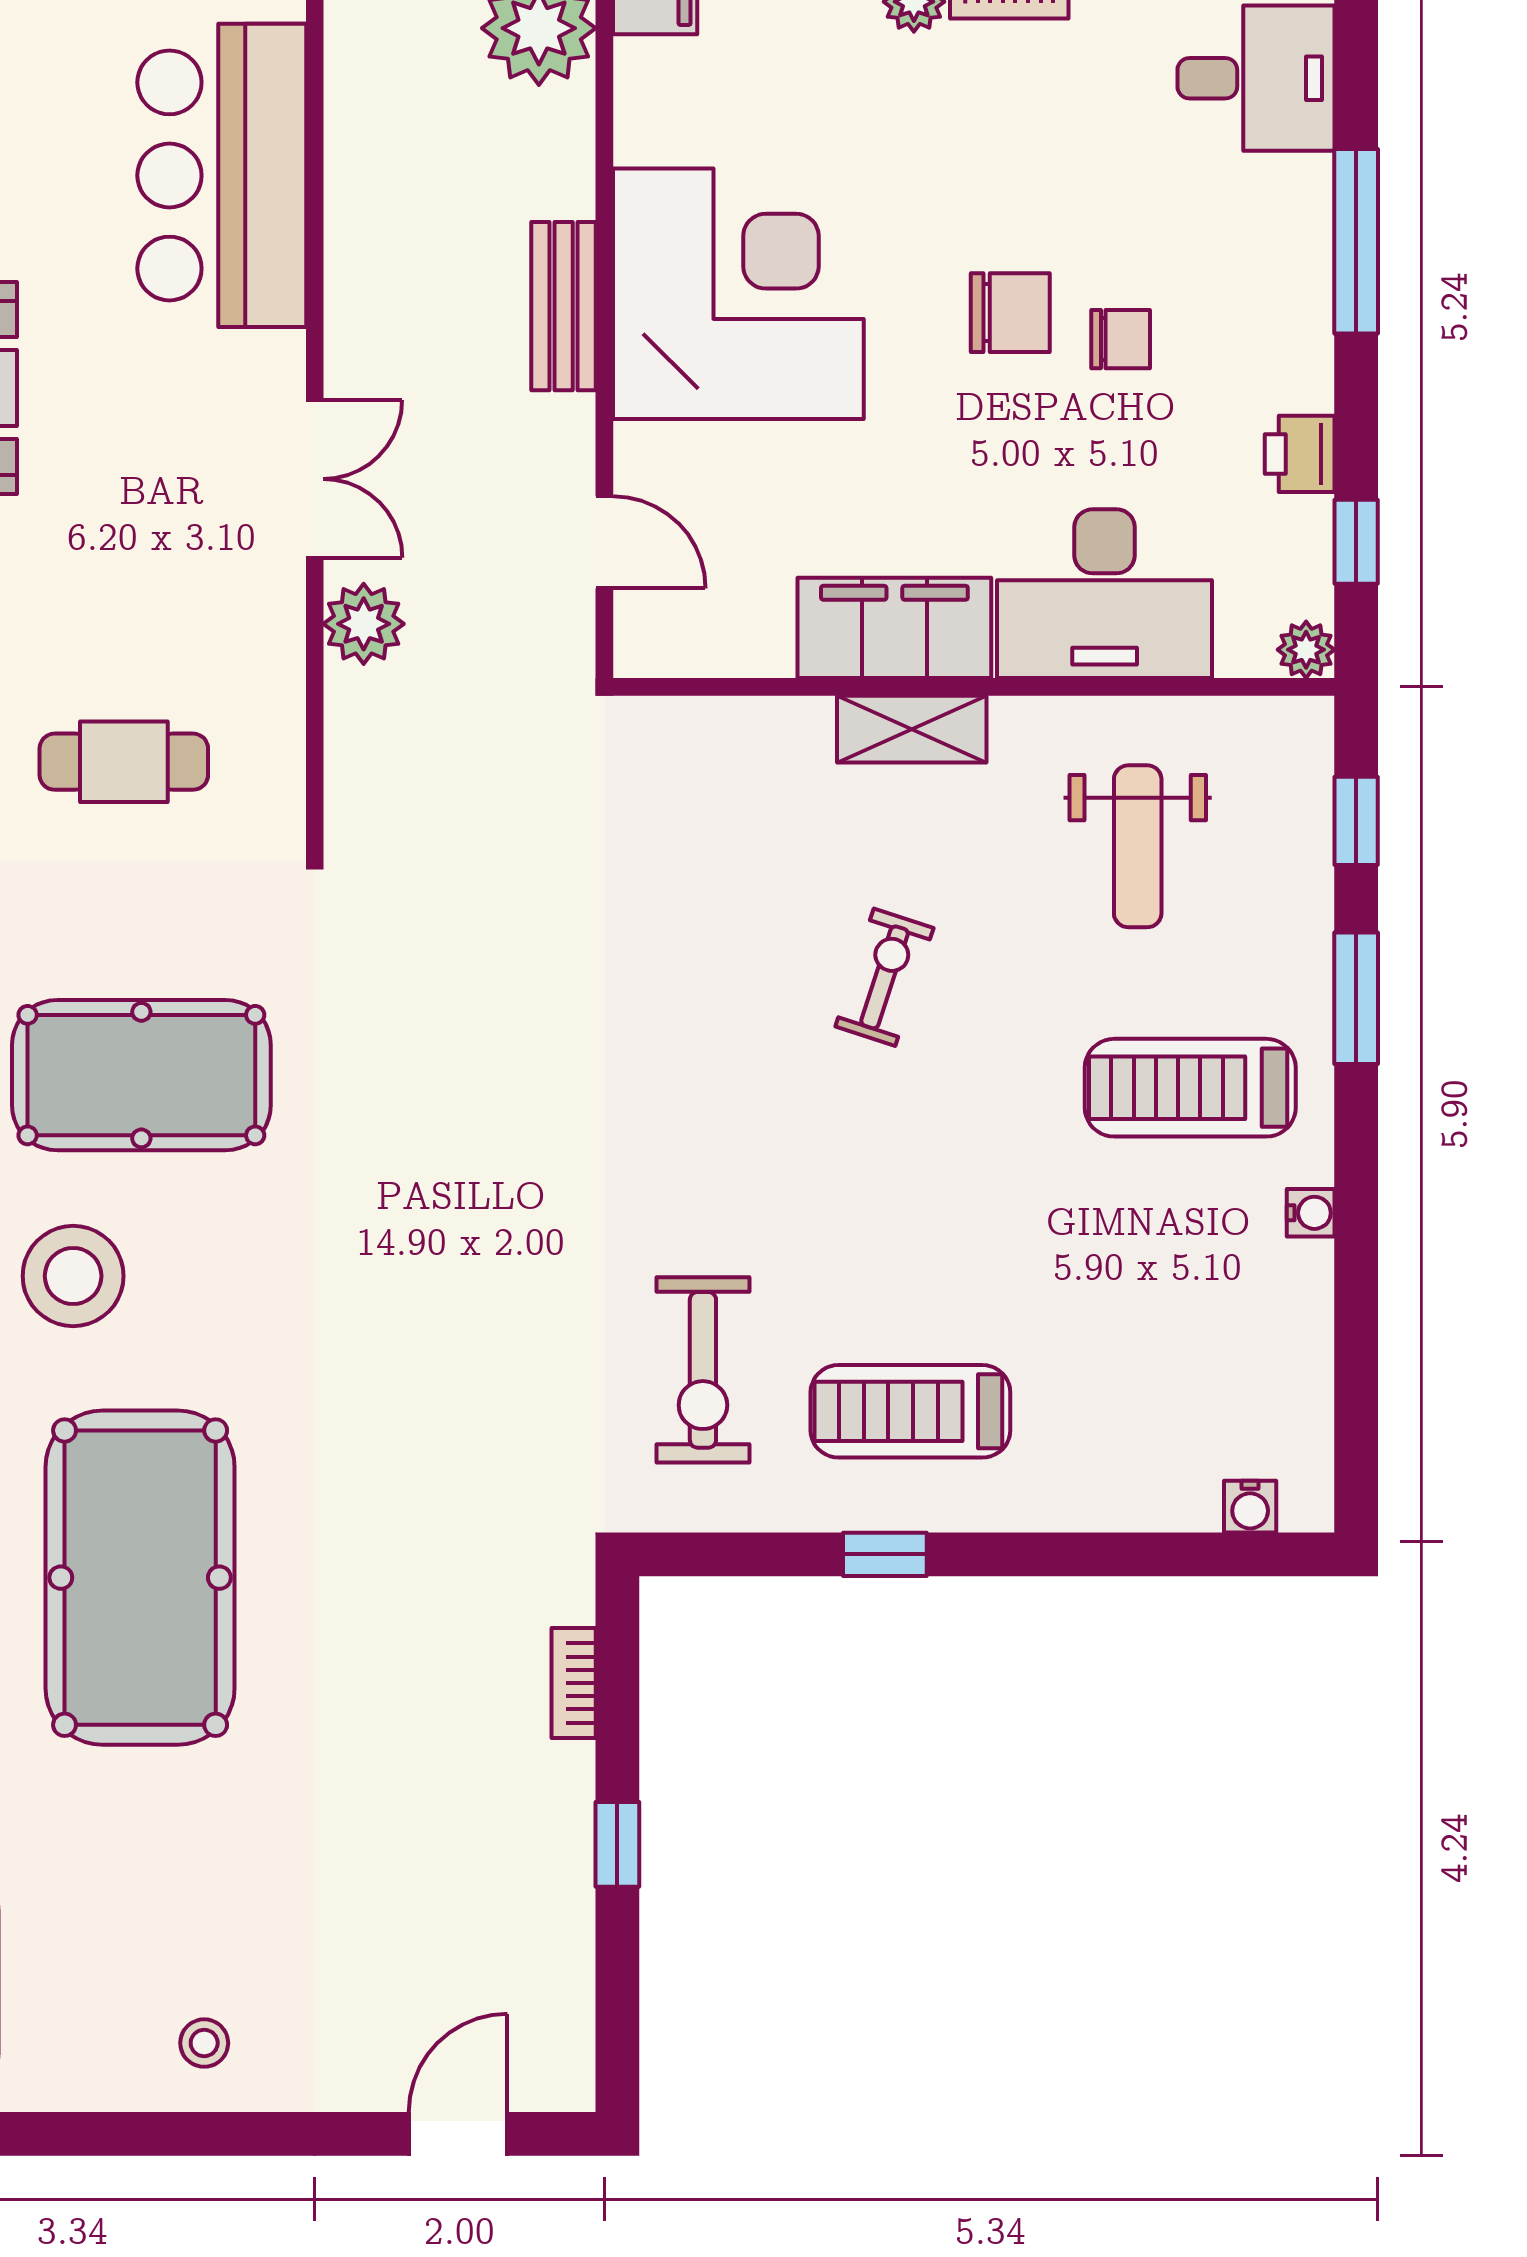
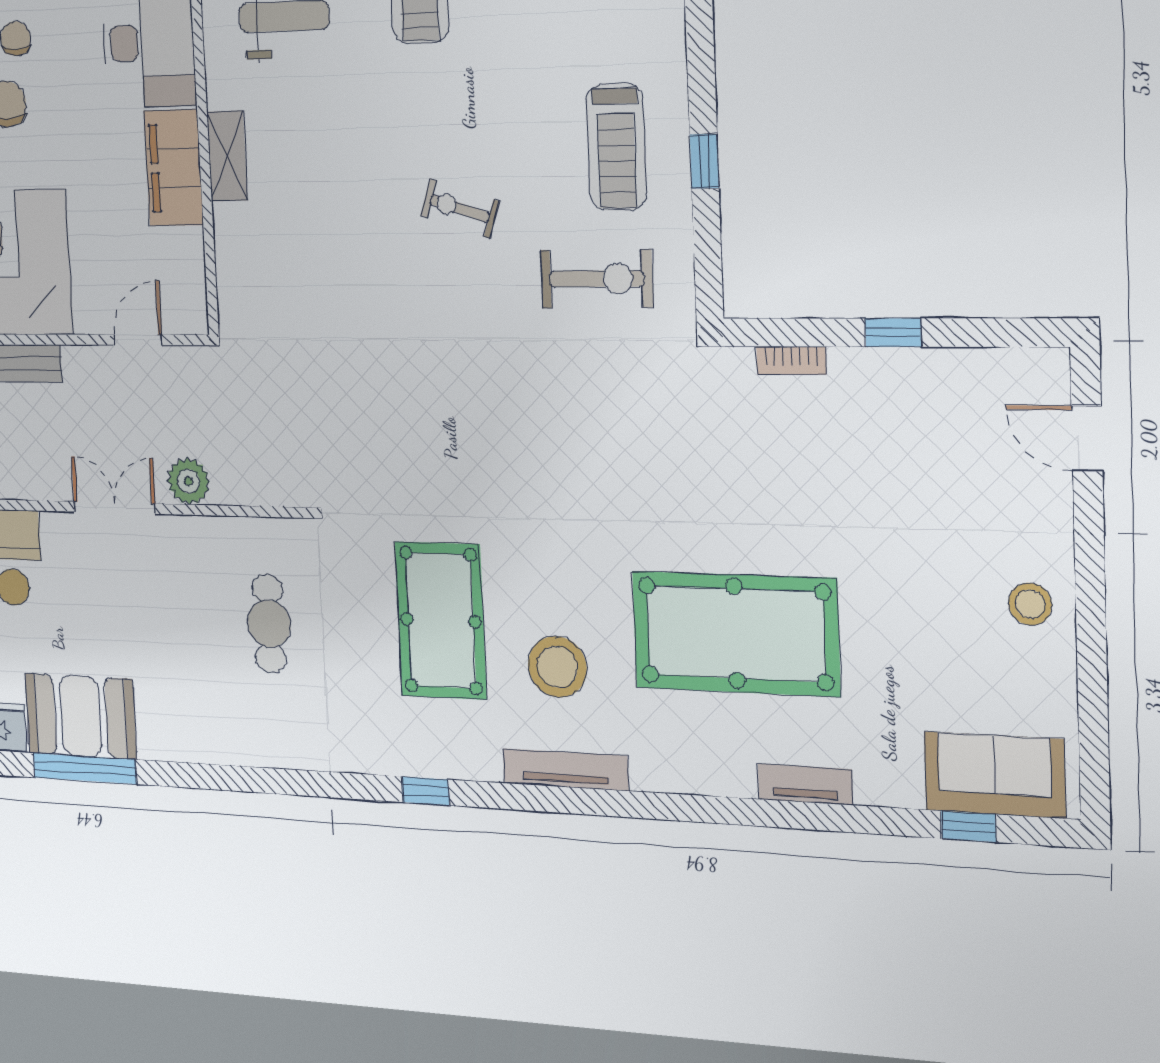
exercise bike: (884, 977) -> (460, 208), moved
stool: (204, 2043) -> (1030, 604), width x1.37, depth x1.37

